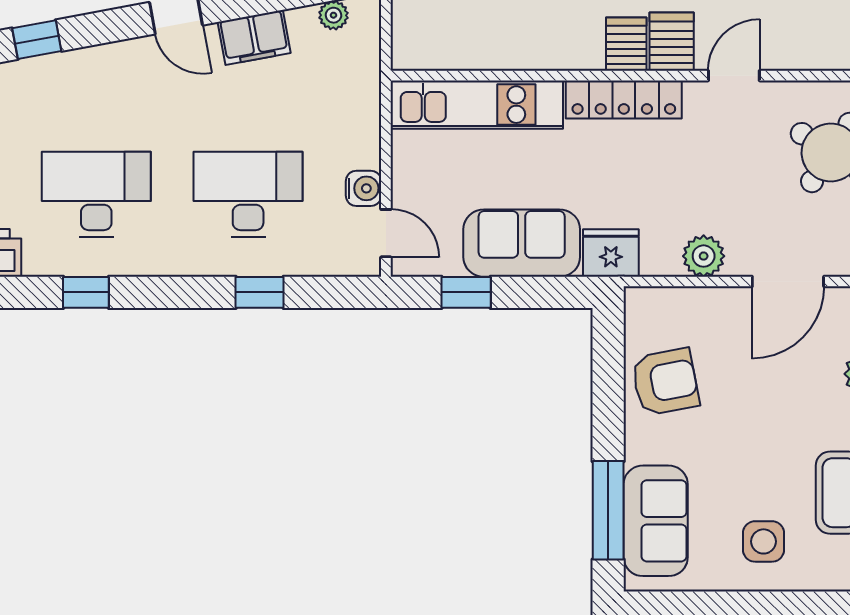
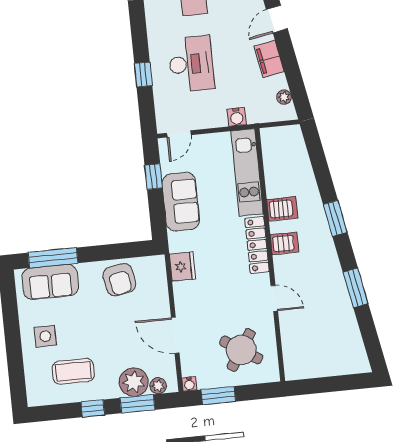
server rack: (672, 42) -> (282, 209), moved
water cooler: (364, 188) -> (237, 117), moved
fridge: (611, 253) -> (182, 267), moved
plant: (704, 256) -> (184, 292), removed

